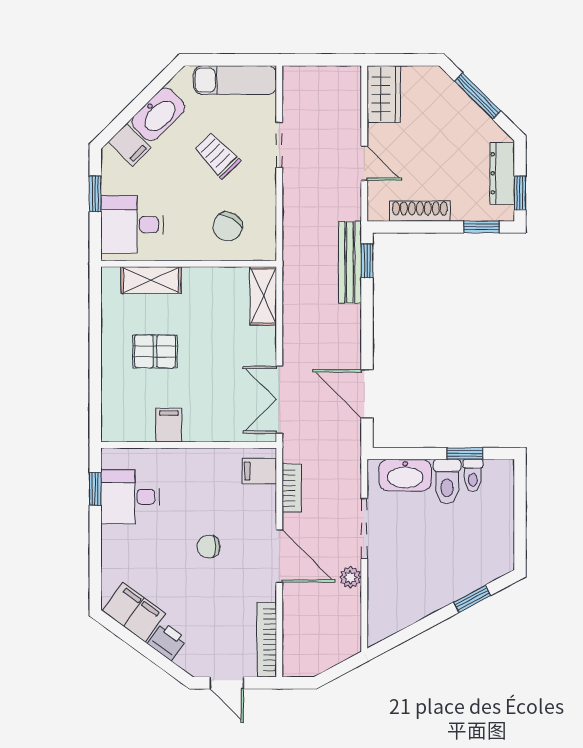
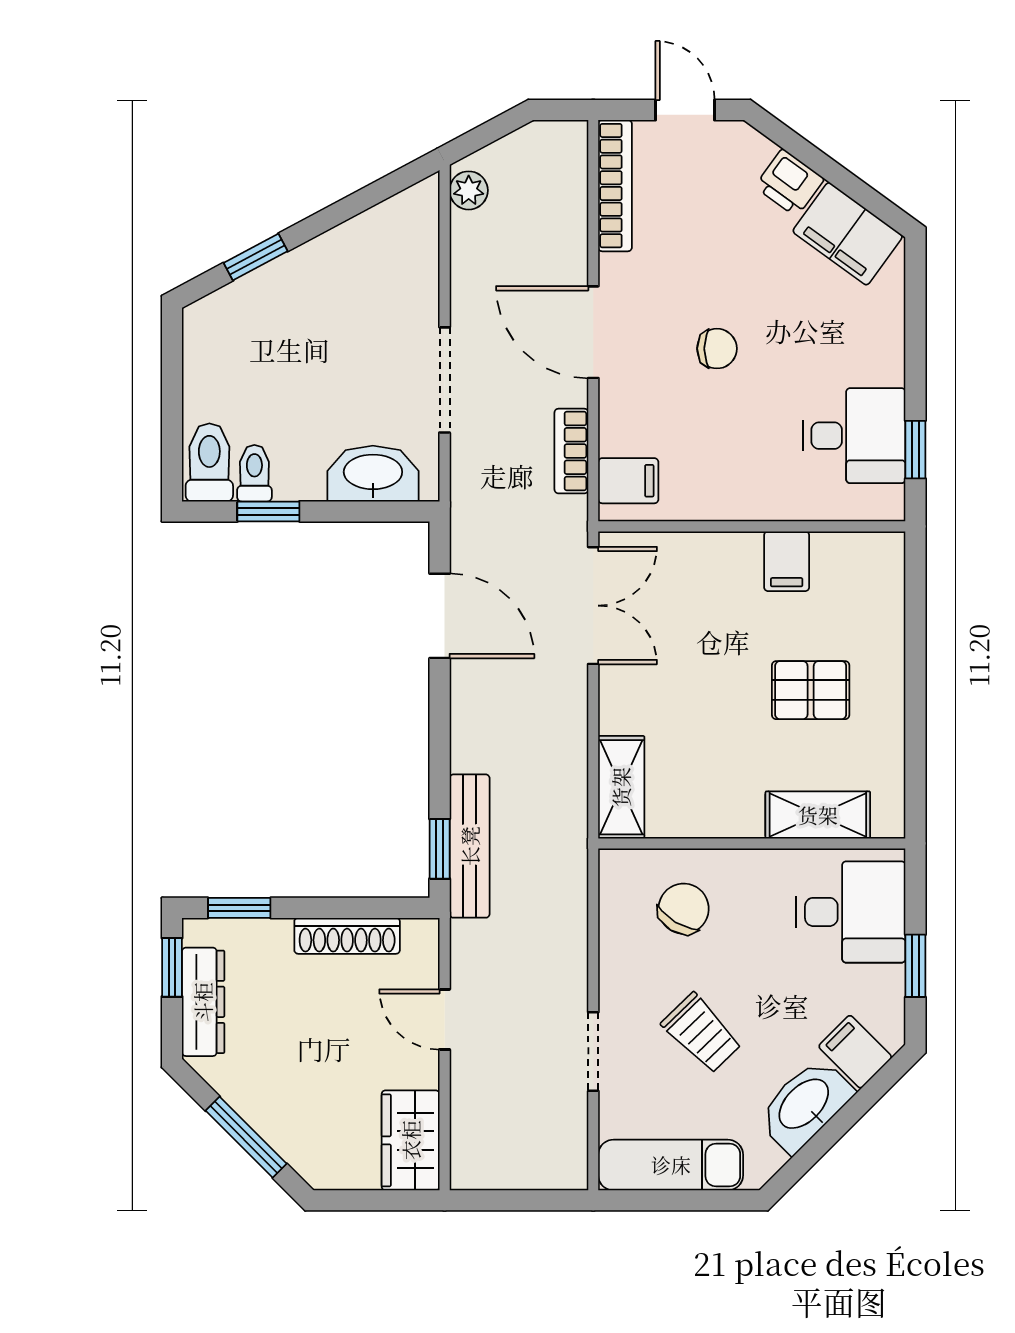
toilet: (447, 482) -> (209, 462), moved
plant: (350, 577) -> (469, 190), moved

